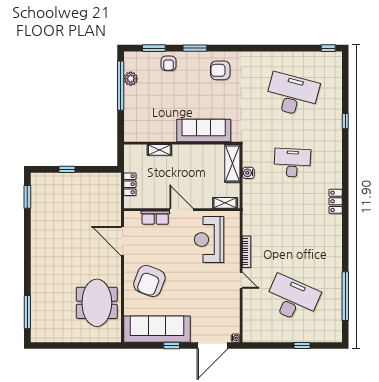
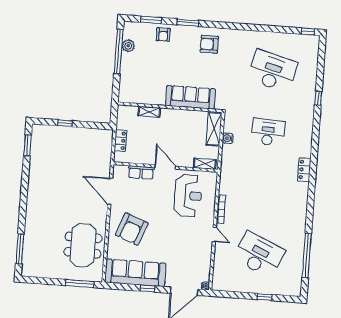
reception desk: (209, 240) -> (188, 196), turned 180
window: (96, 346) -> (80, 284), added

